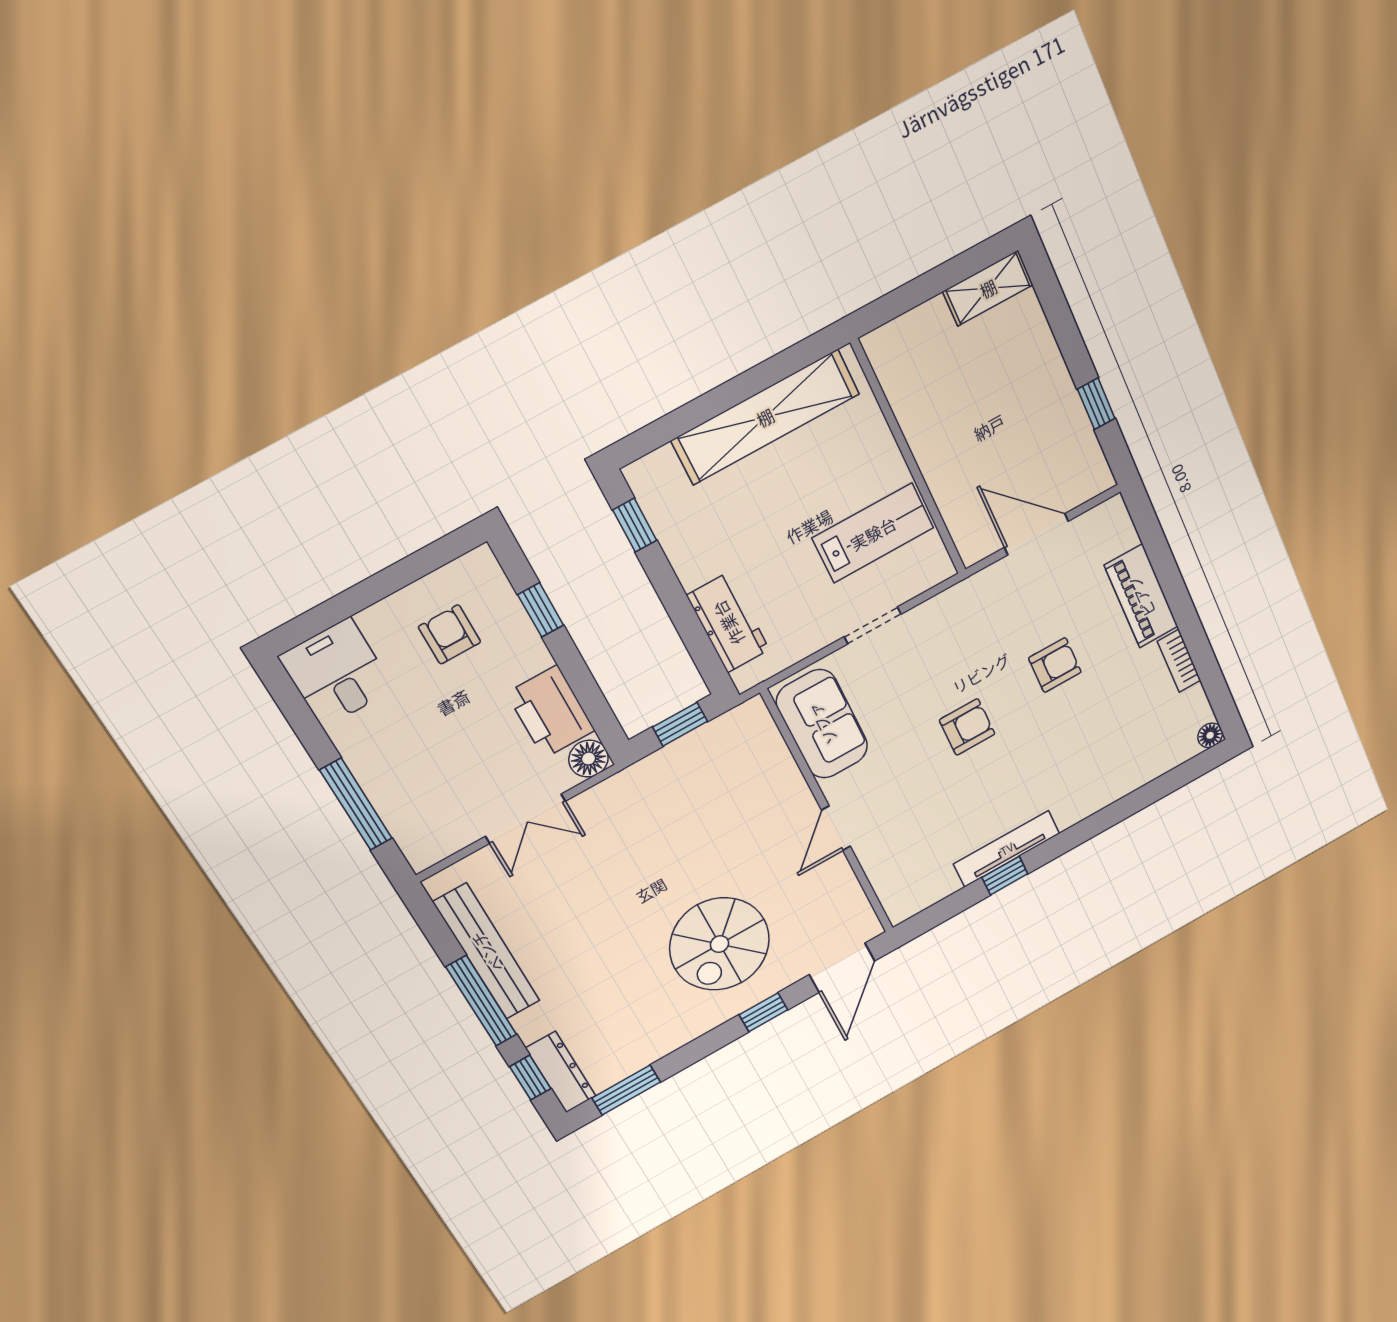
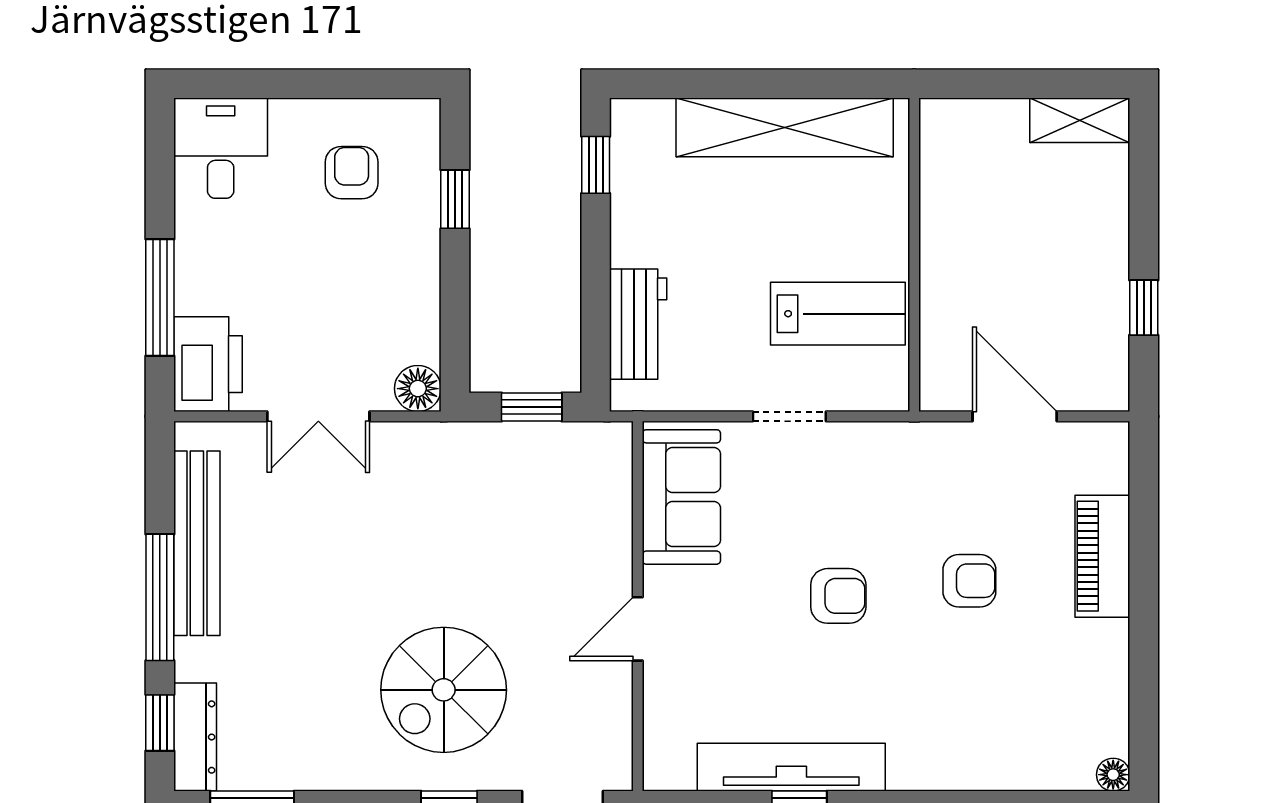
bookcase: (1179, 661) -> (1114, 660), removed
printer: (551, 712) -> (208, 364), moved, turned 180
tv unit: (1007, 849) -> (791, 767), width x1.36, depth x1.29

